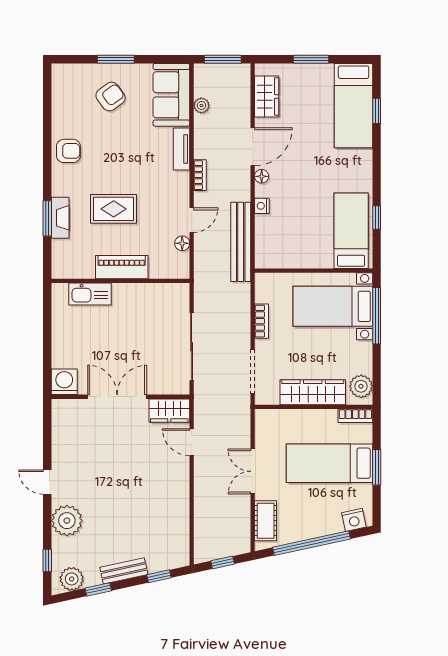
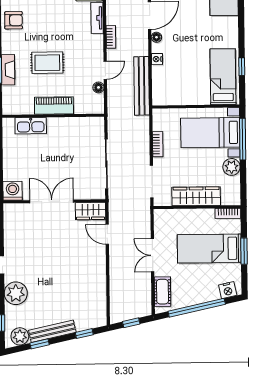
plant: (361, 386) -> (231, 167), moved
bench: (124, 571) -> (52, 331), width x1.36

